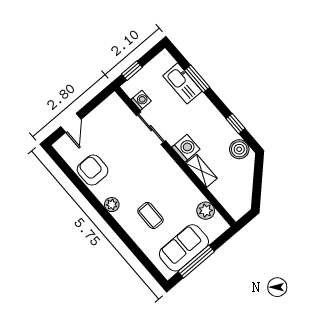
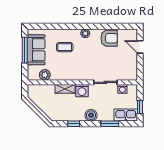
window: (132, 71) -> (140, 107), moved
kitchen sink: (182, 83) -> (126, 115), moved
boiler: (239, 149) -> (91, 115), moved

